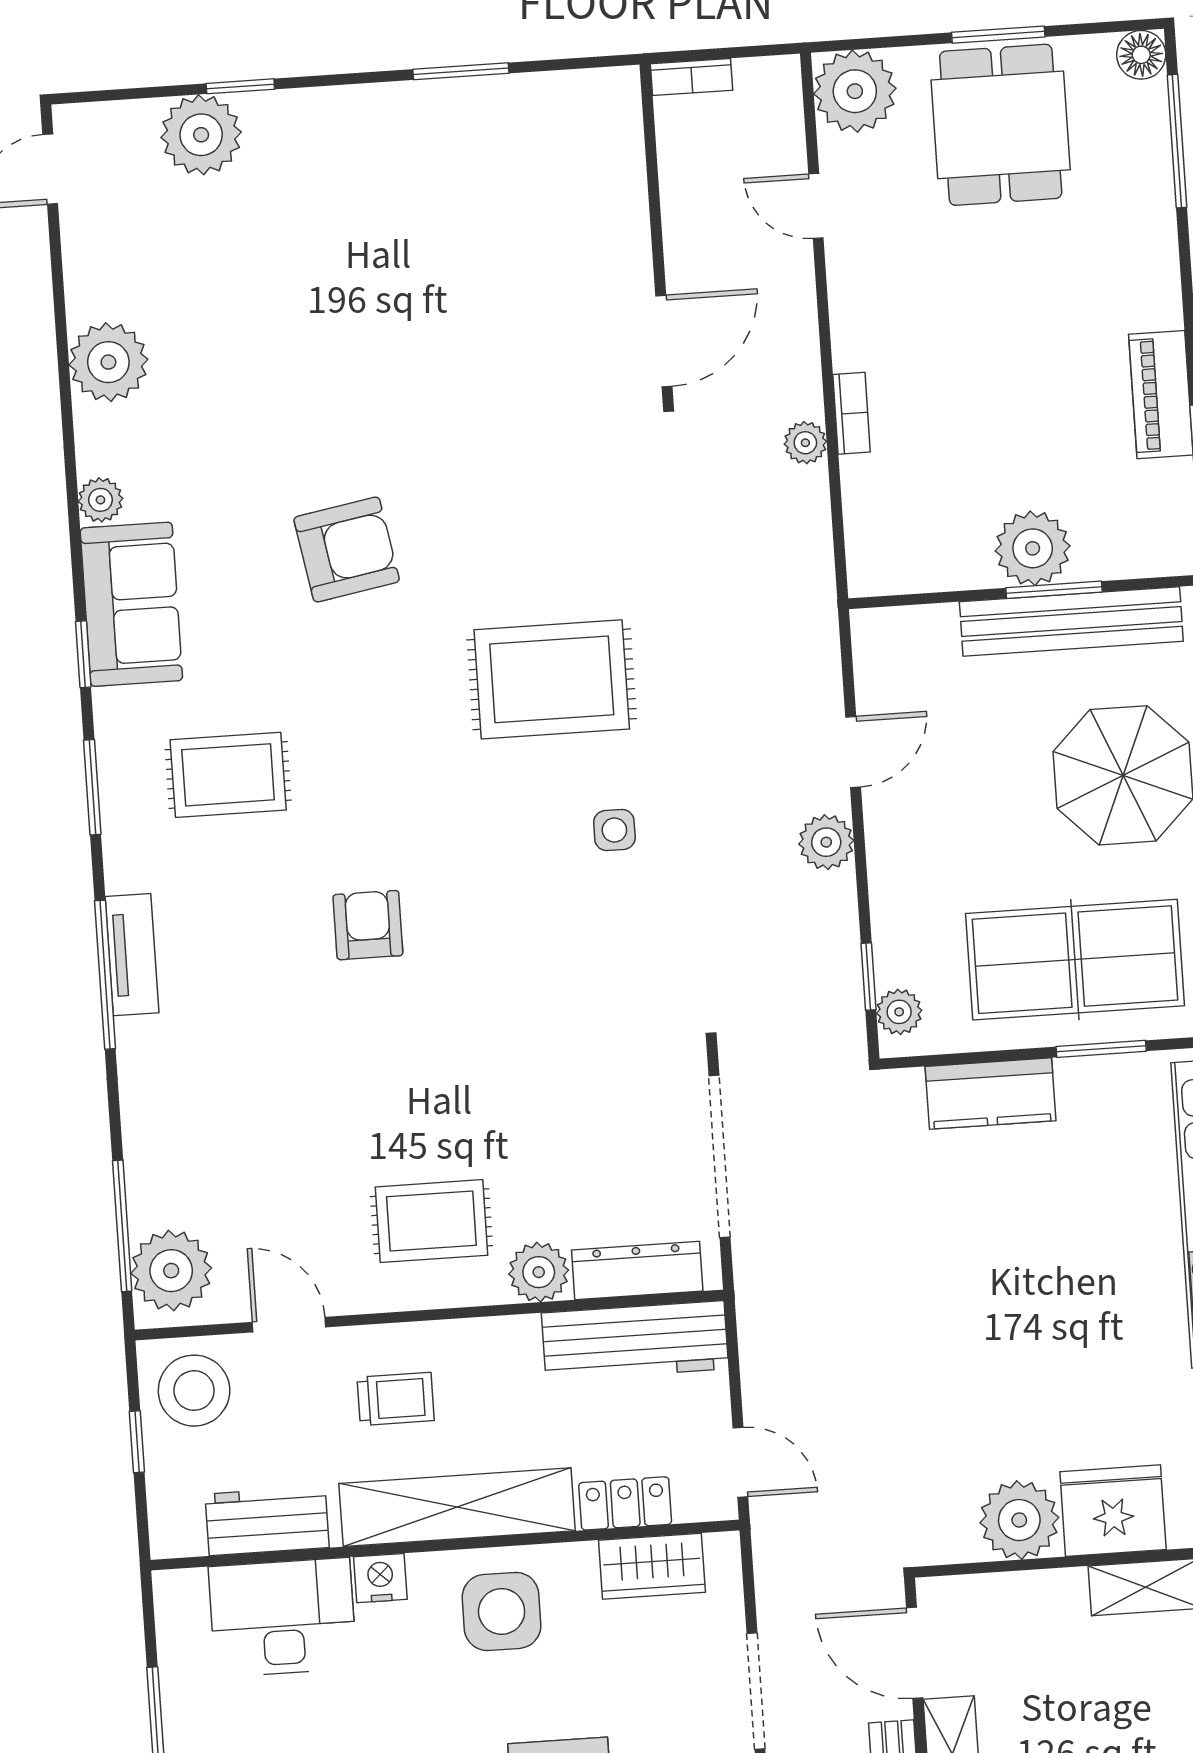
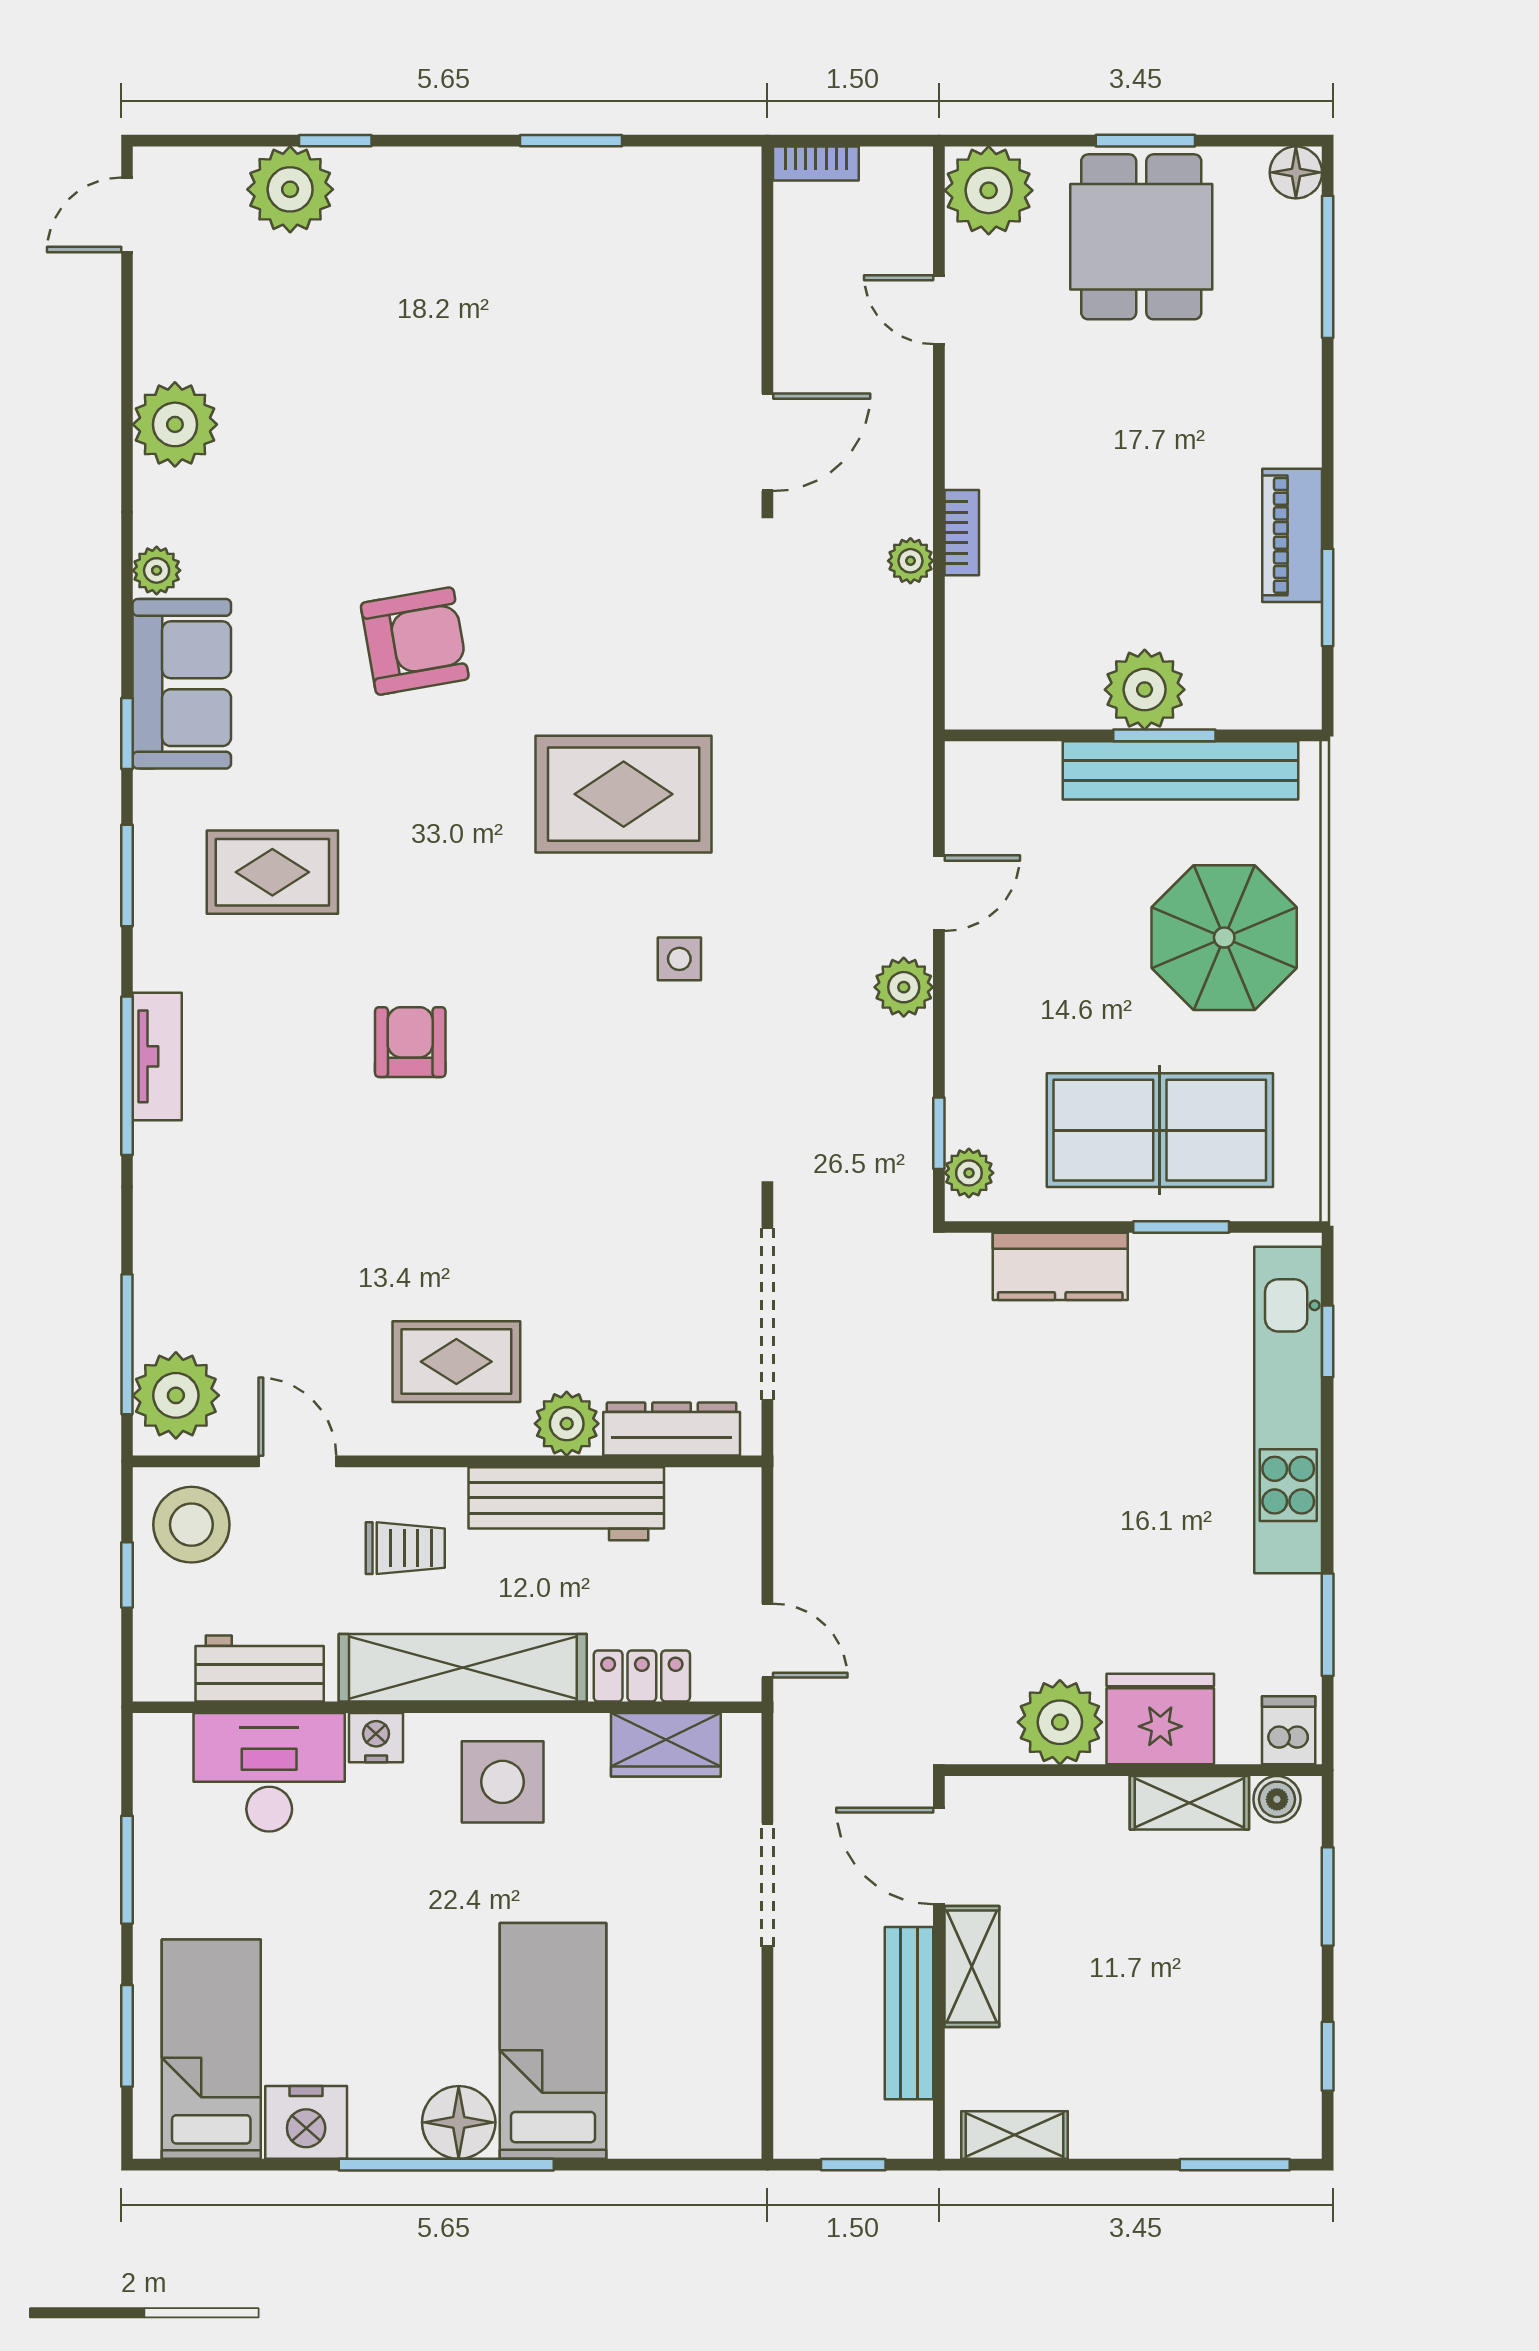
workbench: (635, 1341) -> (566, 1504), moved

